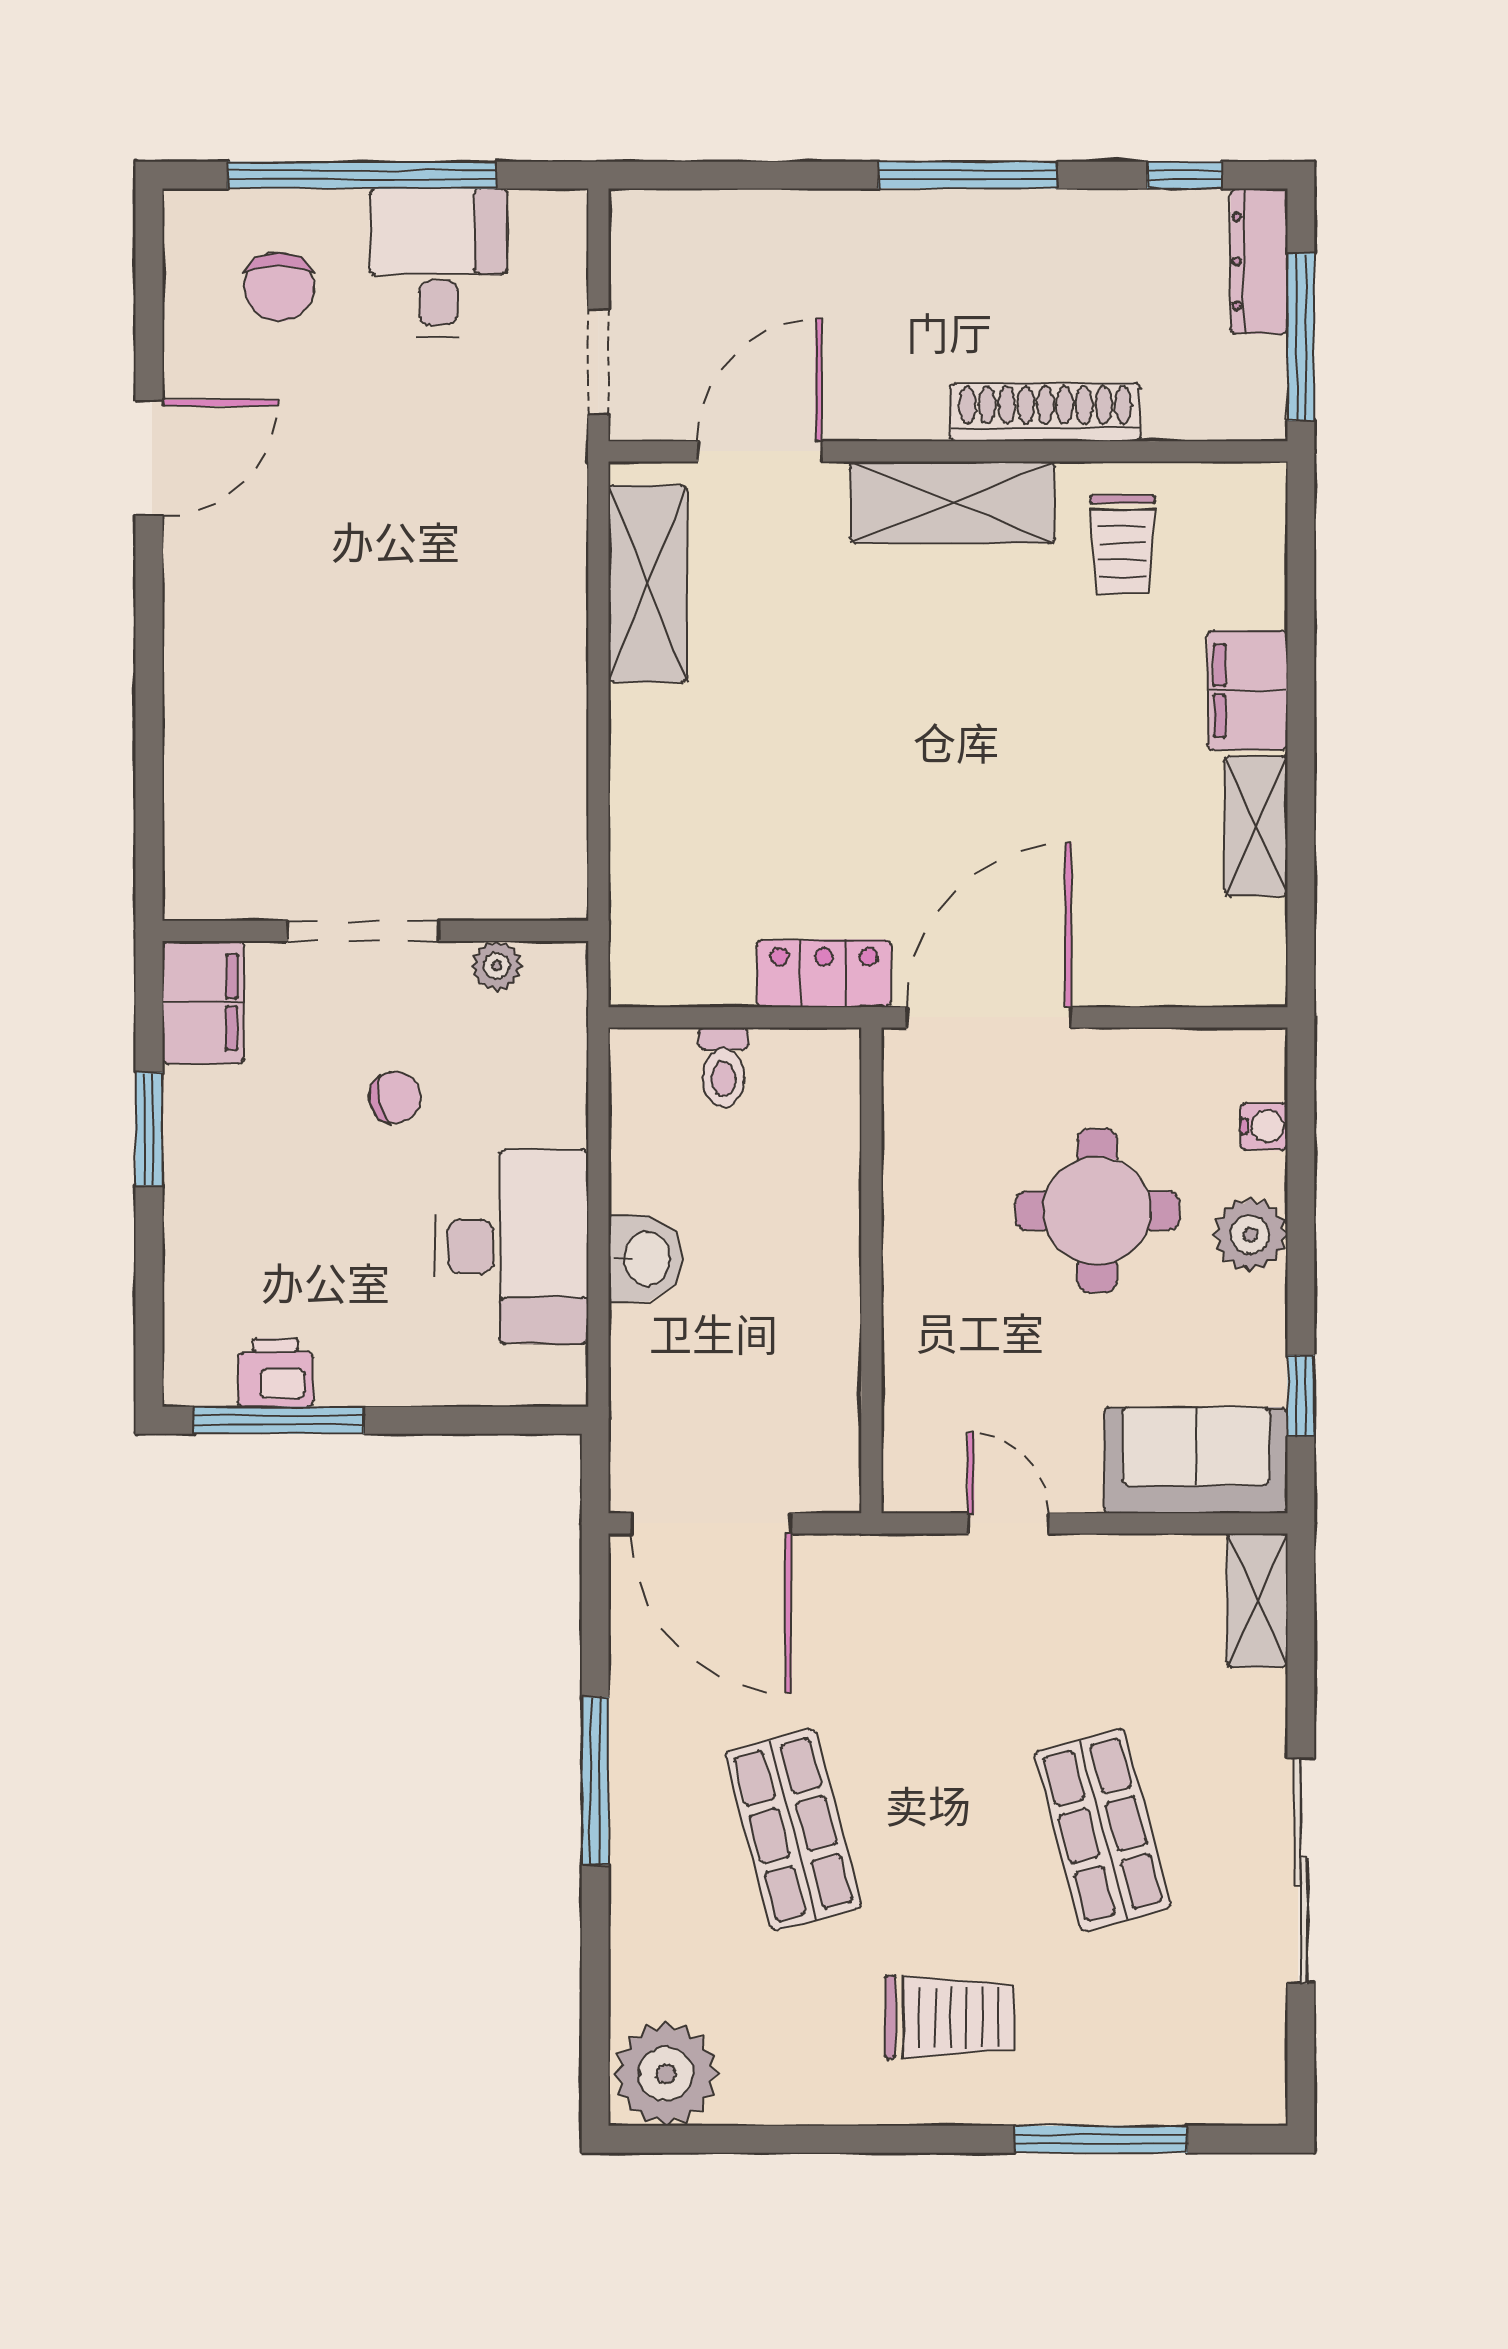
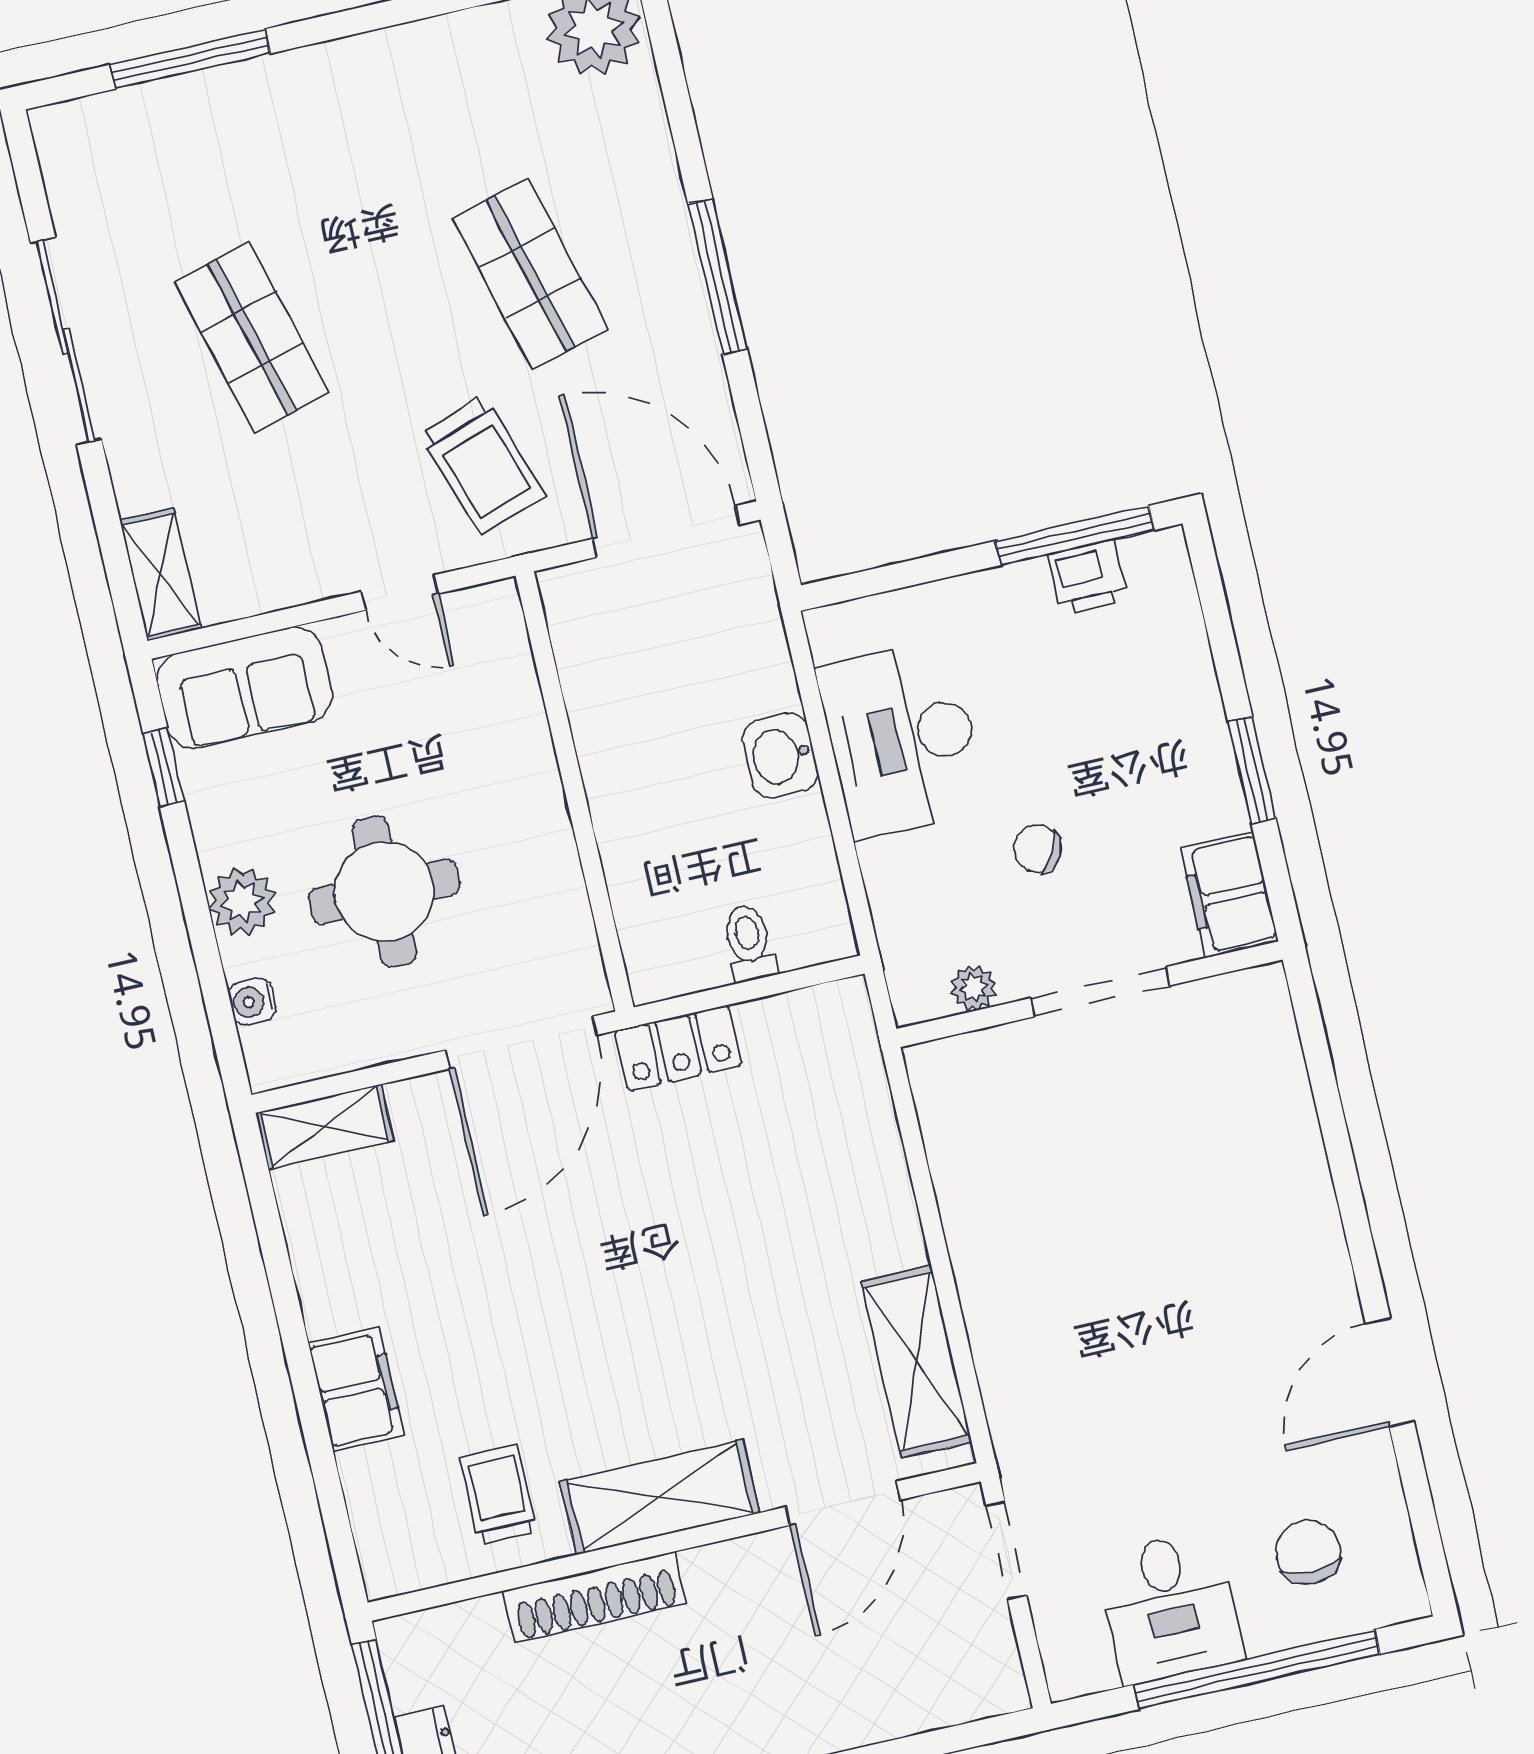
shelving: (1256, 826) -> (325, 1127), moved, turned 90
chair: (395, 1097) -> (1037, 849), turned 42
trolley: (950, 2017) -> (482, 465), moved, turned -109

